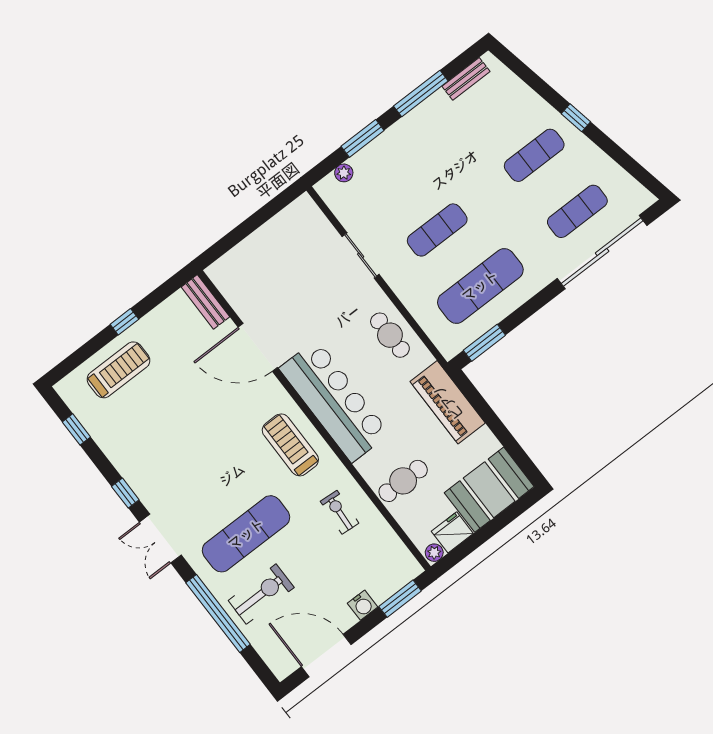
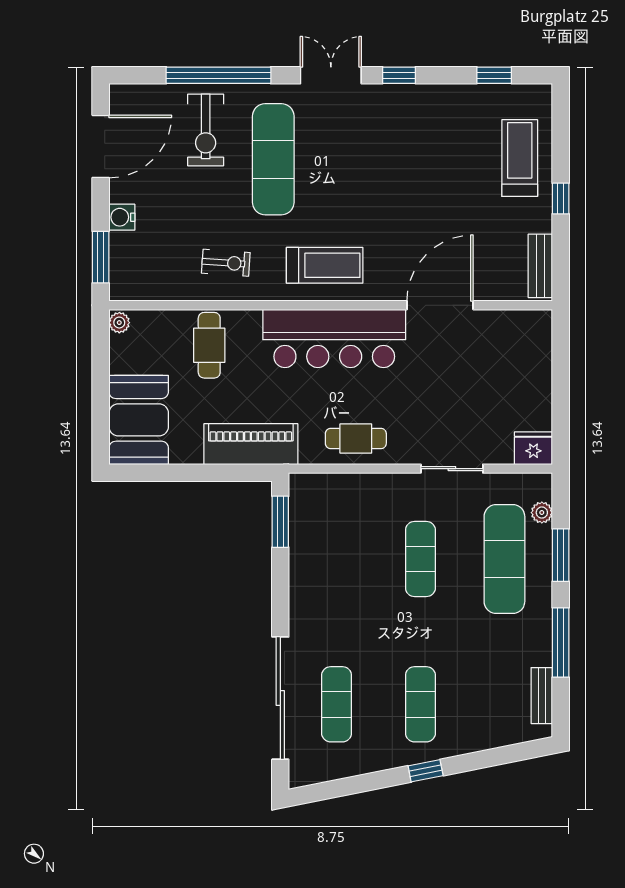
exercise mat: (480, 286) -> (504, 559), moved
bench: (205, 302) -> (540, 266), moved, turned 90
treadmill: (118, 370) -> (520, 158), turned 180
fridge: (452, 532) -> (533, 448), moved, turned -90

